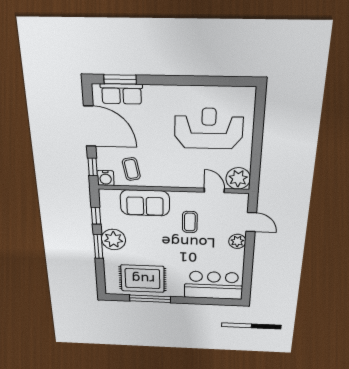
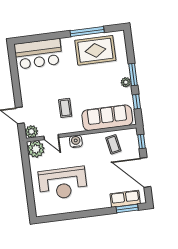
water cooler: (106, 178) -> (76, 141), moved
sofa: (145, 203) -> (107, 118), width x1.36
plant: (113, 240) -> (126, 82), width x0.53, depth x0.53
plant: (237, 241) -> (31, 132), moved

